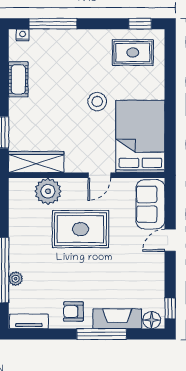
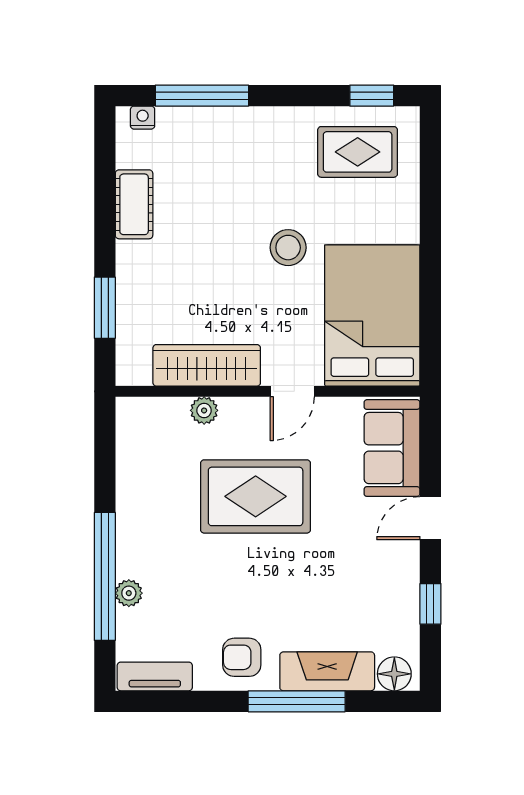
wardrobe: (36, 162) -> (207, 365), moved
plant: (48, 191) -> (204, 410), width x0.53, depth x0.53
window: (170, 308) -> (430, 604), moved

